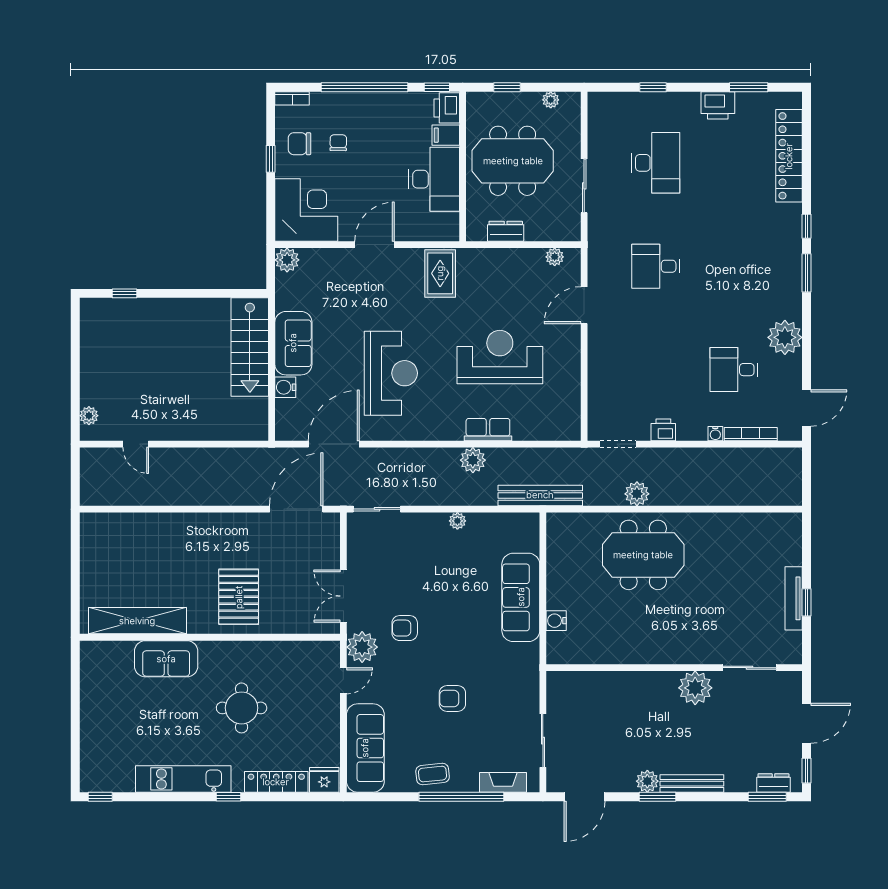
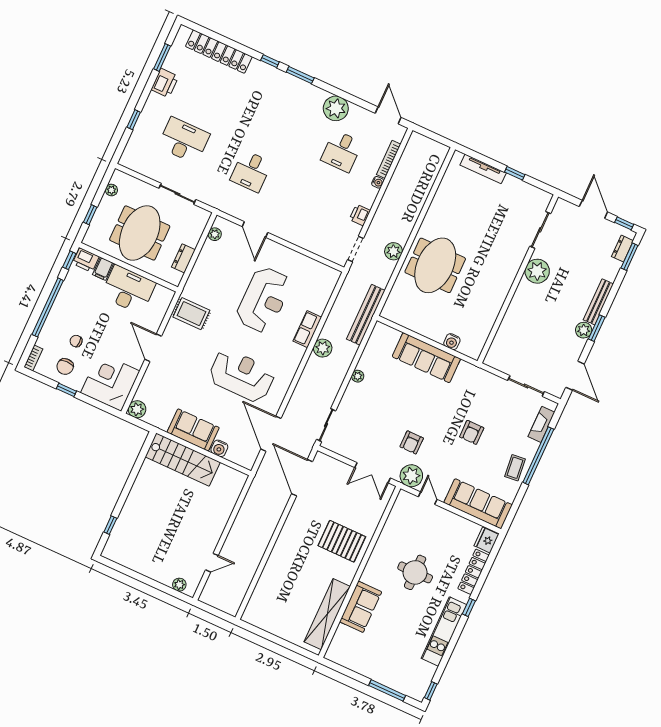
reception desk: (500, 357) -> (264, 300), turned 180
tv unit: (794, 598) -> (483, 169), moved
window: (75, 741) -> (387, 690), added

